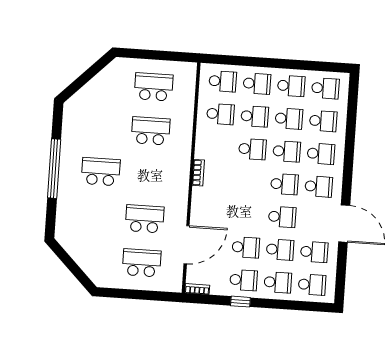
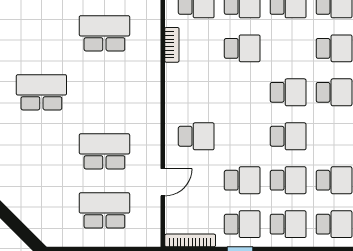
school desk: (287, 151) -> (196, 136), moved
bookcase: (198, 173) -> (172, 45), moved
door: (187, 245) -> (163, 182), width x0.53
bookcase: (197, 289) -> (190, 240), width x1.56

